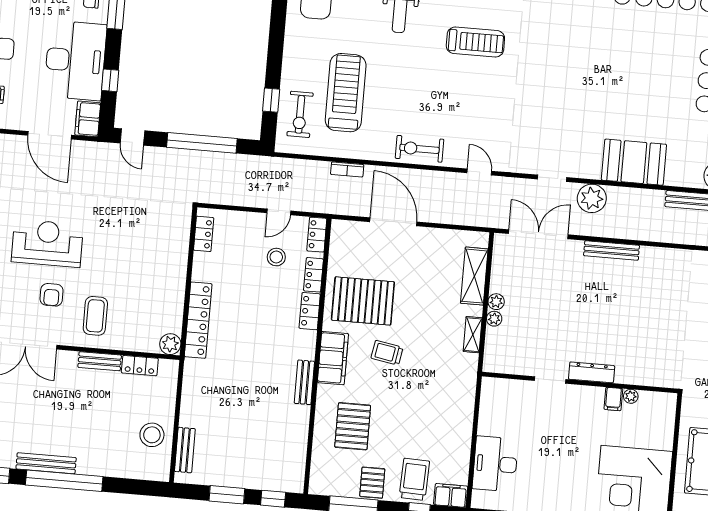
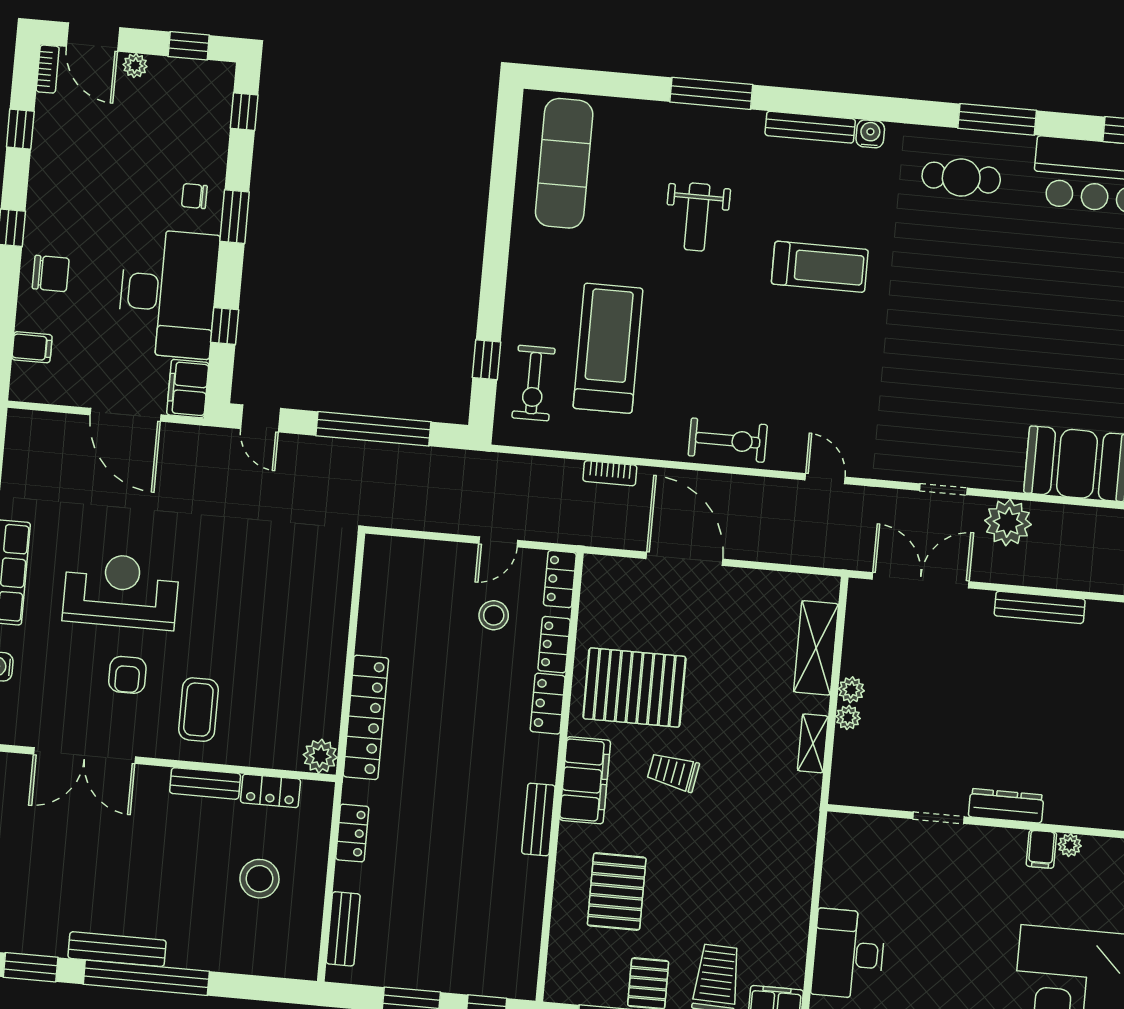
exercise bike: (419, 149) -> (728, 440), turned 180
locker: (204, 234) -> (352, 833), moved
stool: (152, 435) -> (259, 879), moved

